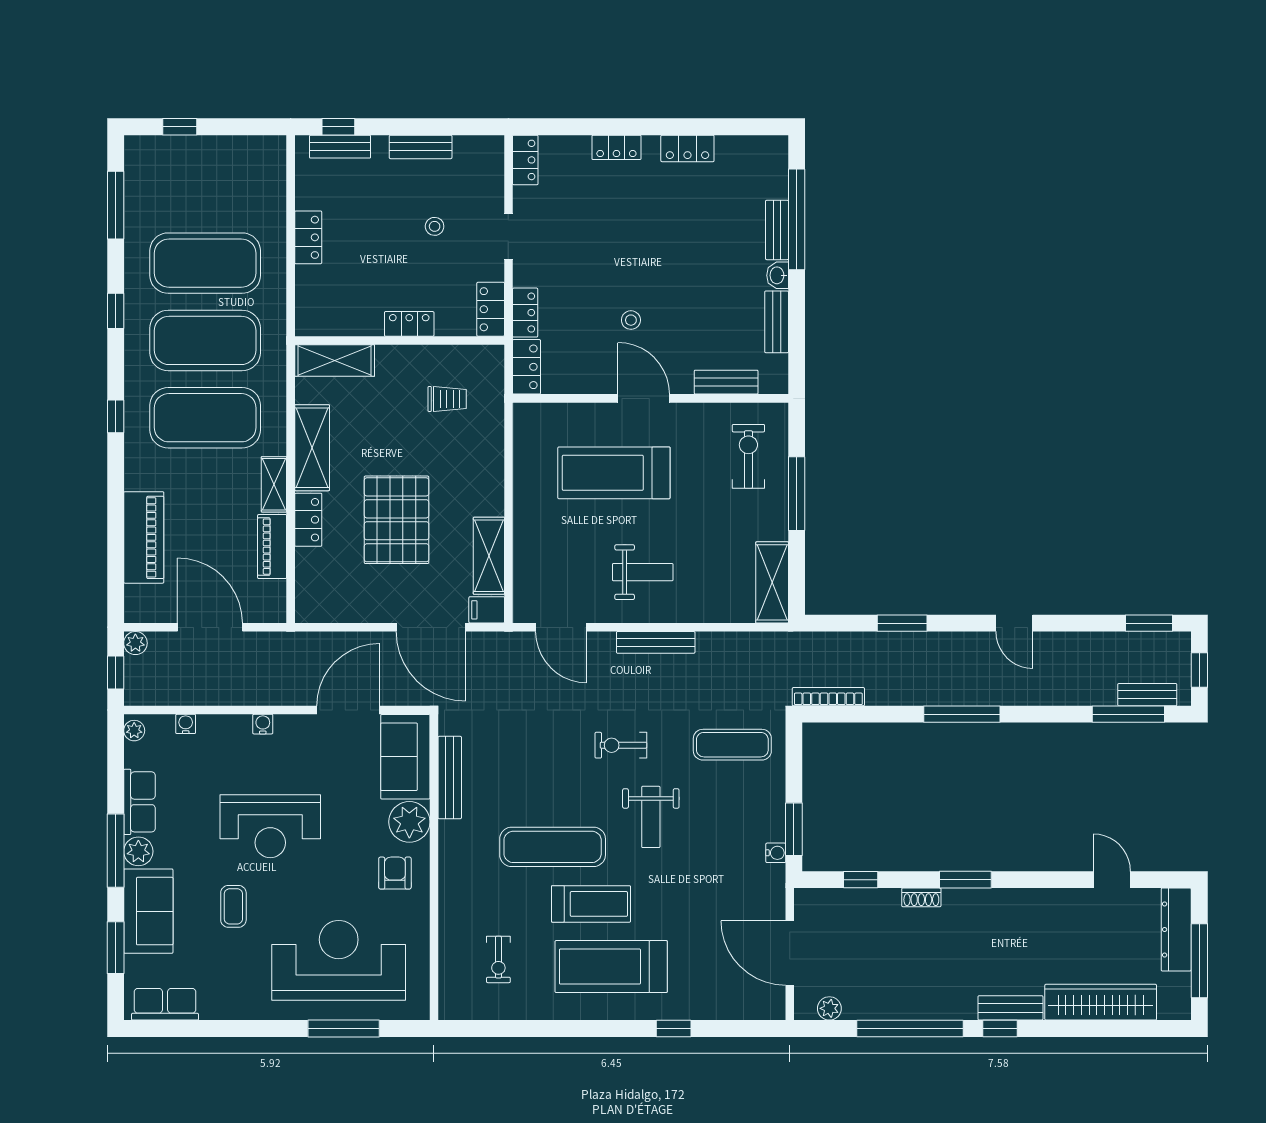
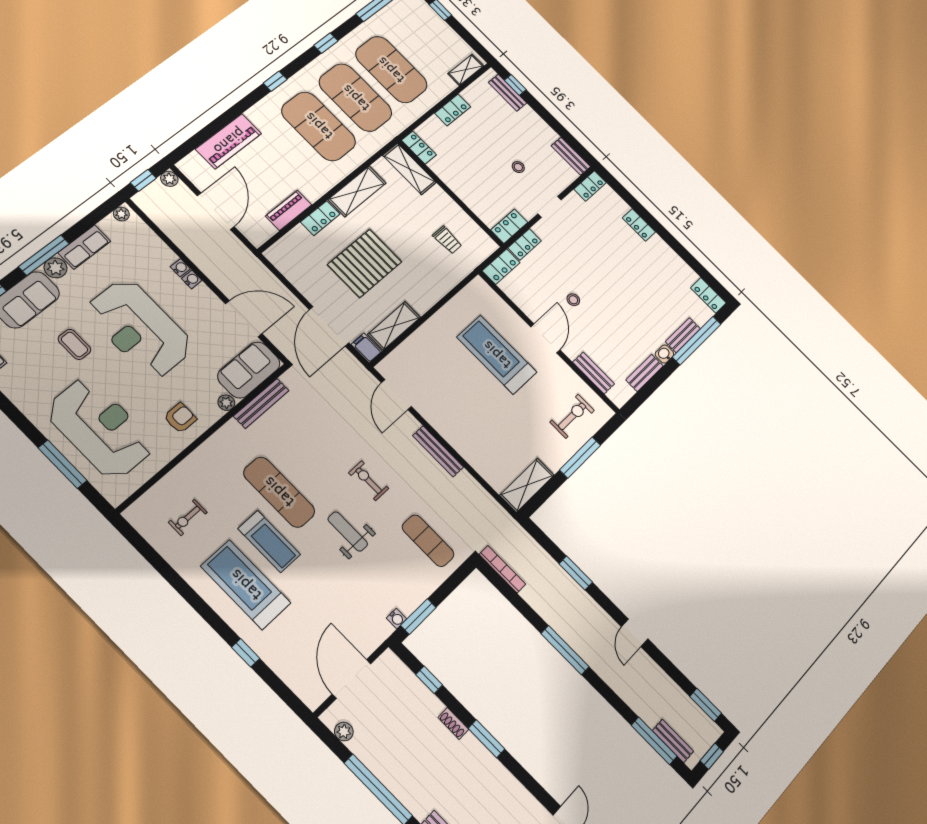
bench: (421, 147) -> (571, 156), moved
locker: (687, 148) -> (708, 295), moved
locker: (409, 324) -> (419, 147), moved
shelving: (274, 484) -> (466, 70), moved
weight bench: (643, 572) -> (465, 413), removed
water cooler: (186, 724) -> (180, 268), moved
weight bench: (651, 817) -> (348, 532), turned 90
plant: (409, 822) -> (226, 403), width x0.53, depth x0.53
reception desk: (270, 826) -> (140, 328), width x1.36, depth x1.30
coffee table: (233, 906) -> (74, 344), turned 90

